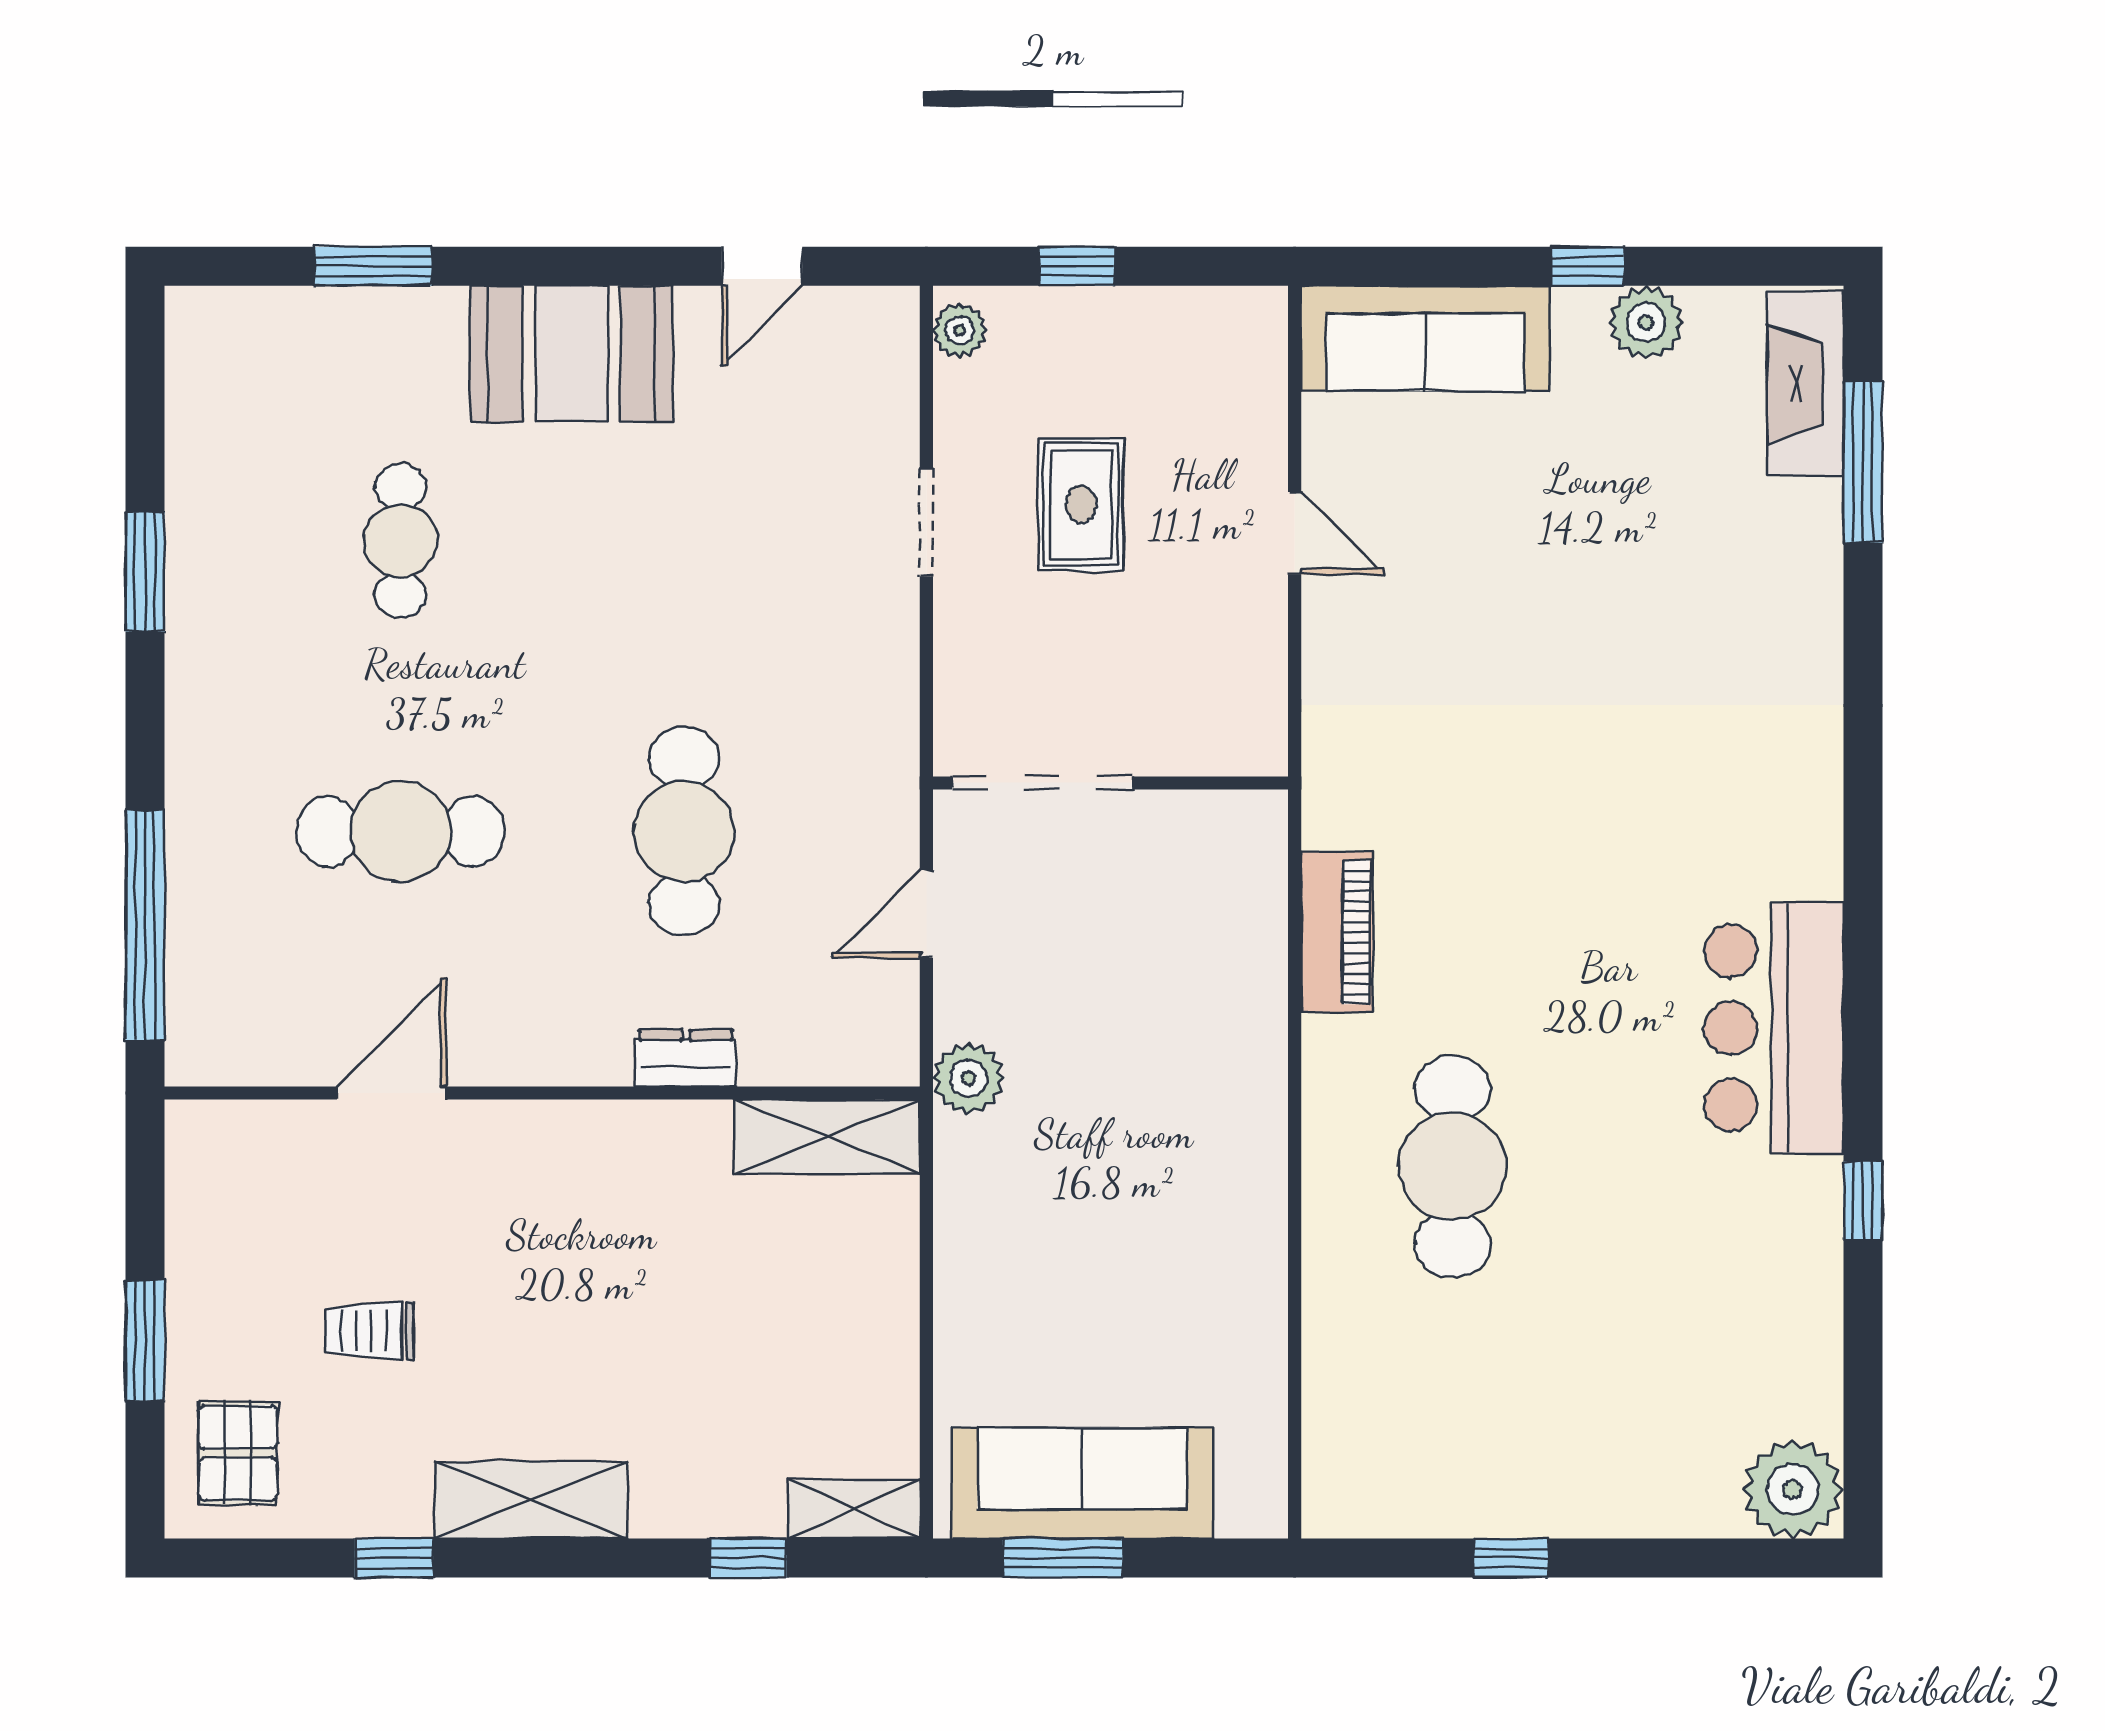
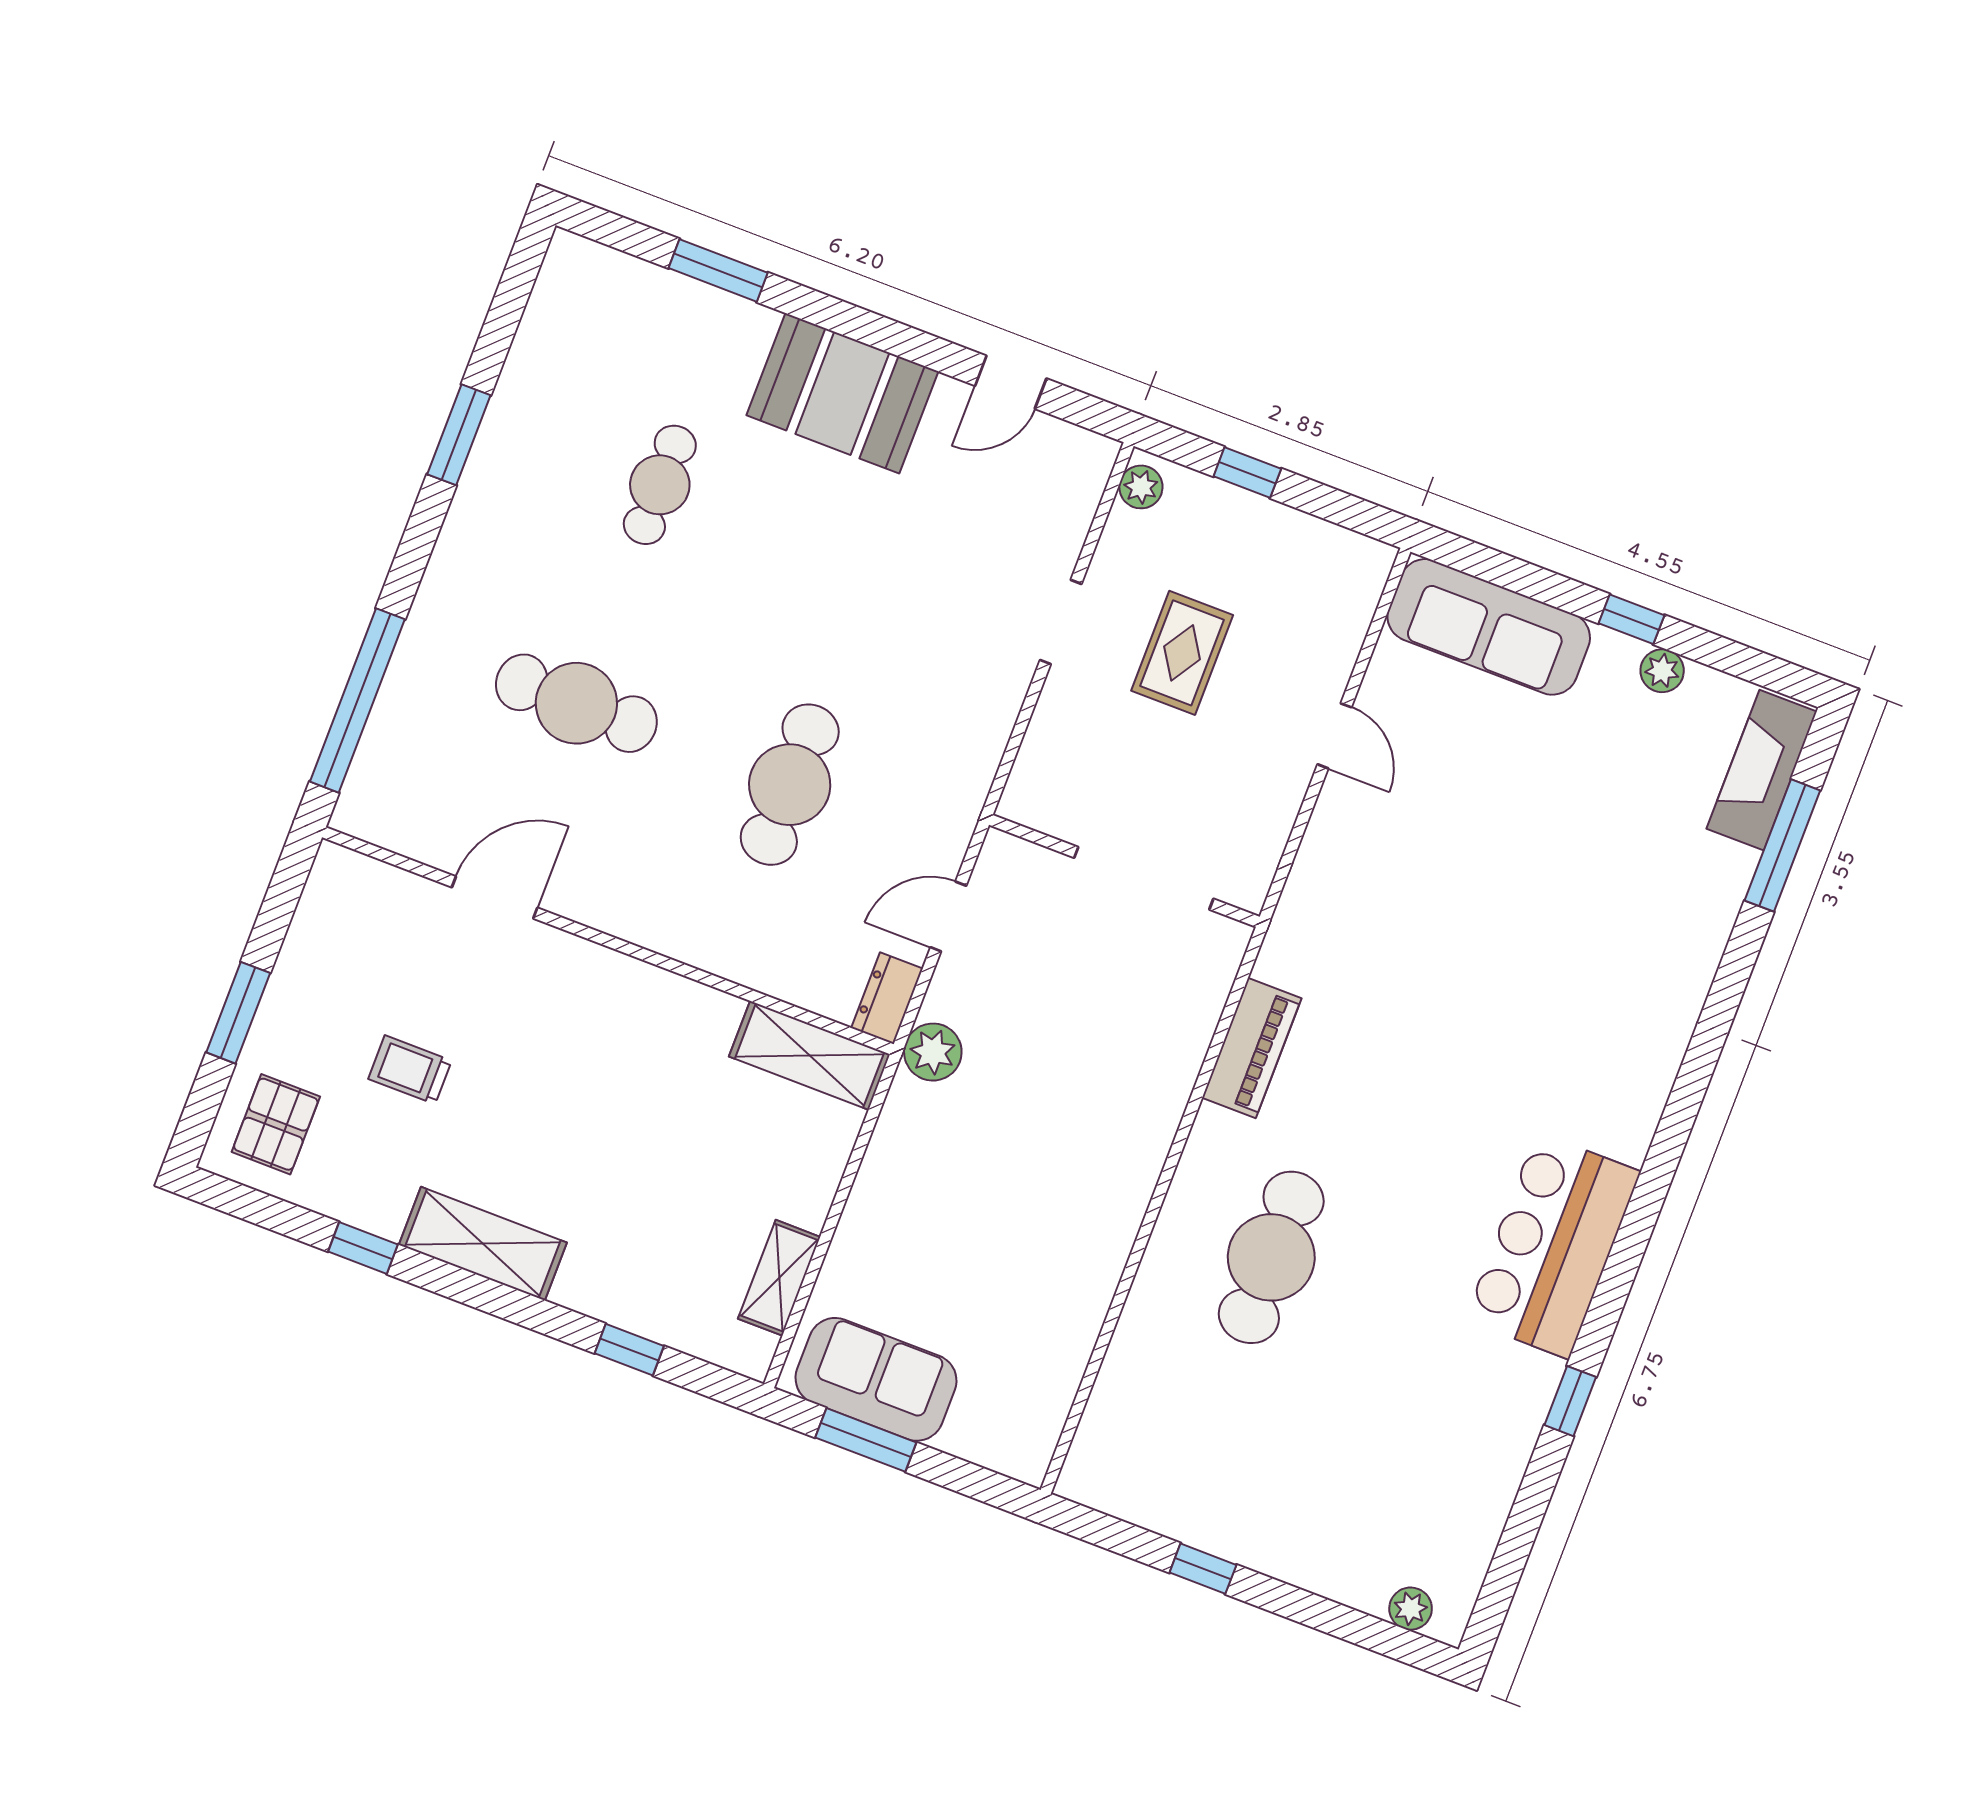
plant: (1646, 323) -> (1662, 671), width x0.73, depth x0.73
doorway: (1042, 783) -> (1144, 878), moved
dresser: (686, 1058) -> (887, 998), moved, turned -90
sofa: (1082, 1483) -> (876, 1379), width x0.73
plant: (1793, 1489) -> (1411, 1609), width x0.53, depth x0.53
shelving: (854, 1509) -> (779, 1278), moved, turned 90

